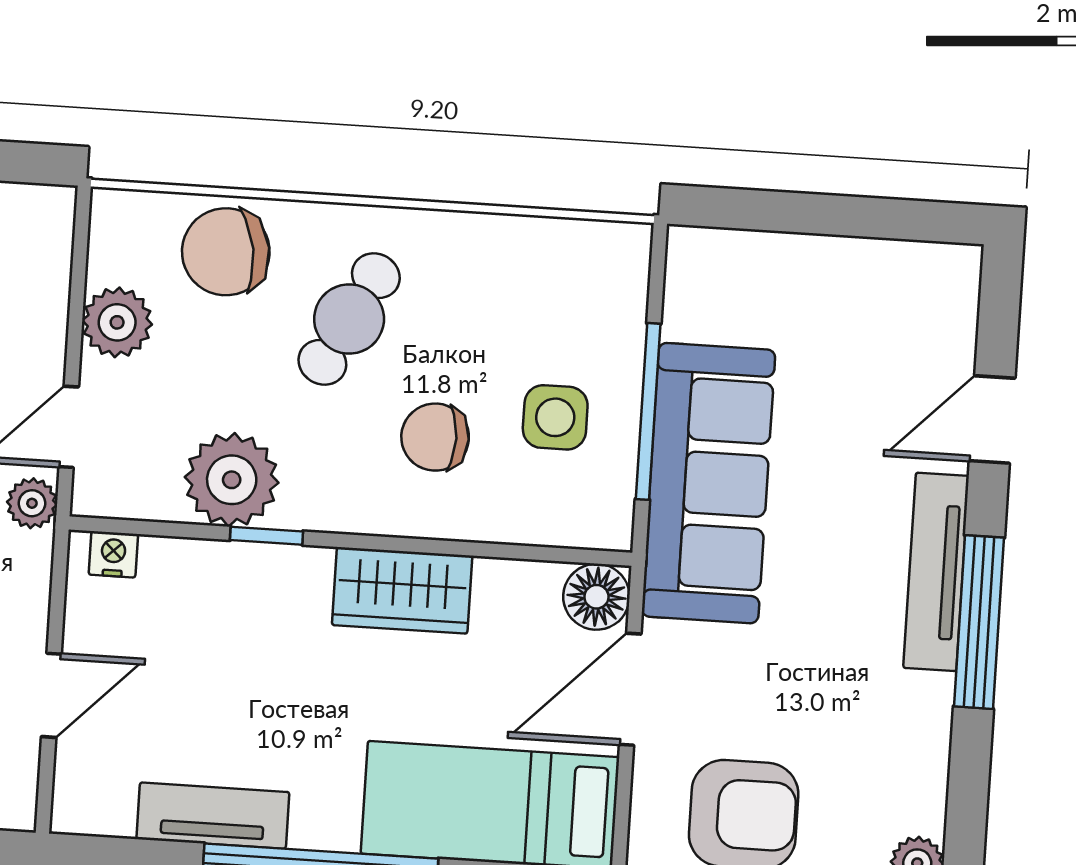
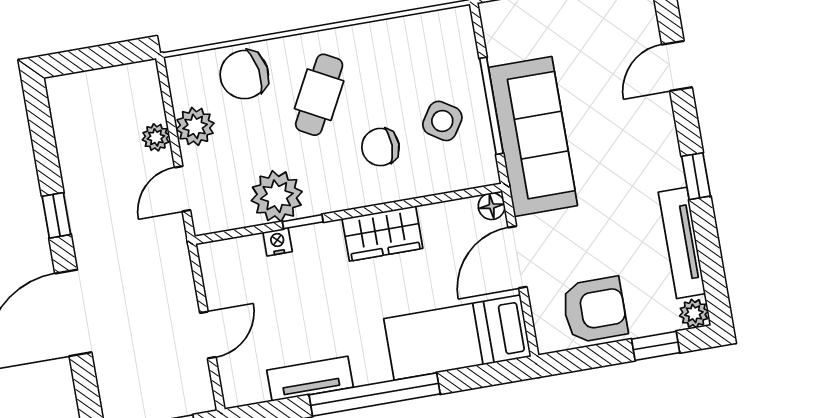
side table: (555, 417) -> (442, 121), turned 33
plant: (32, 503) -> (156, 137), moved
nightstand: (113, 554) -> (278, 242), moved
tv unit: (936, 572) -> (682, 243), moved
floor lamp: (596, 597) -> (492, 206), width x0.73, depth x0.73
window: (979, 622) -> (696, 176), width x0.46

